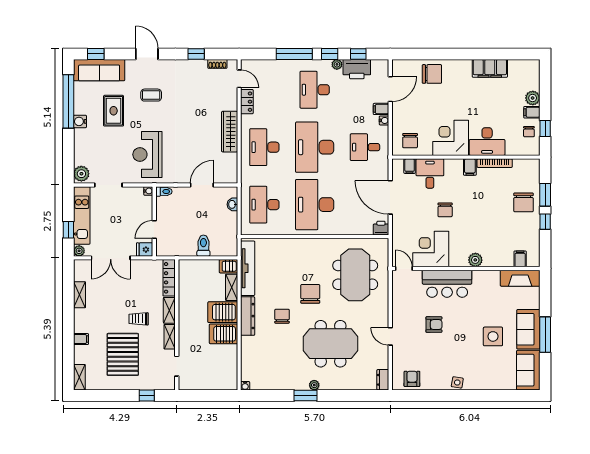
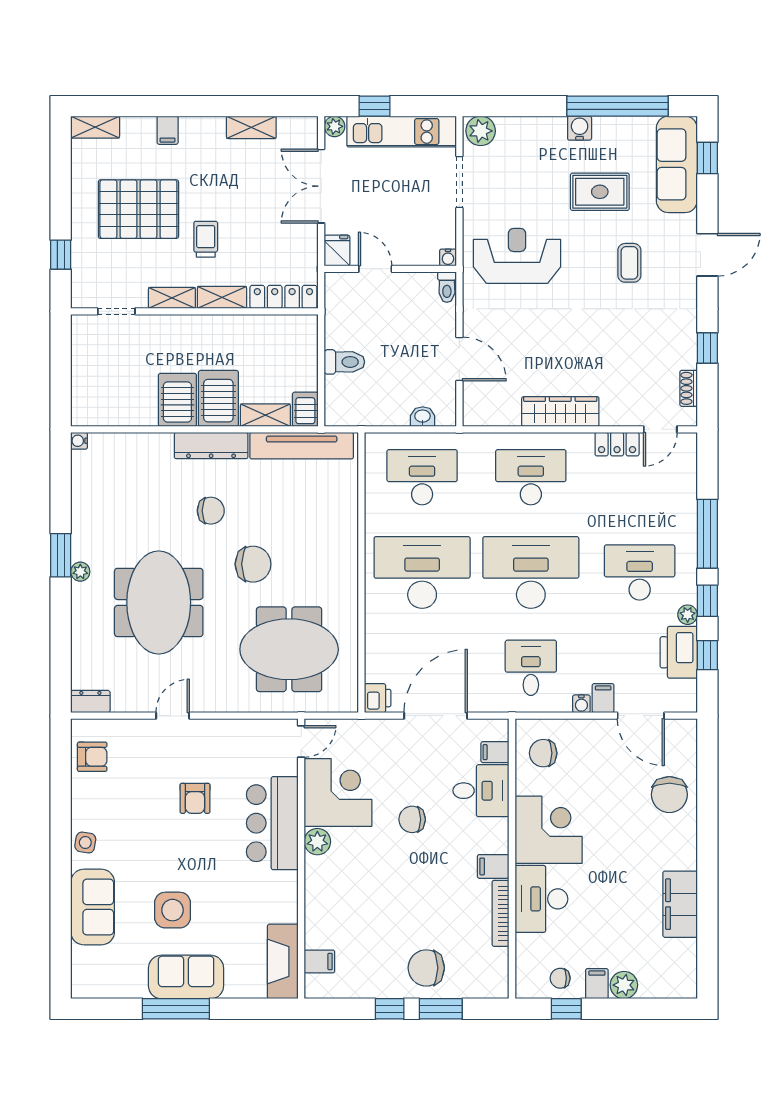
plant: (475, 260) -> (317, 842), moved
sofa: (528, 370) -> (93, 907), moved, turned 90

